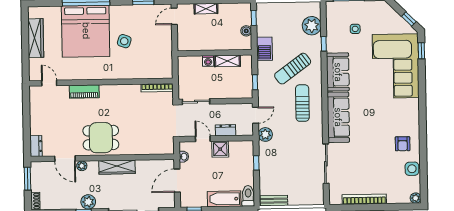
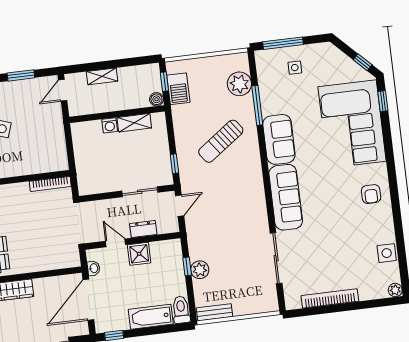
side table: (355, 29) -> (295, 68), moved
window: (324, 44) -> (257, 105), width x2.17
barbecue: (264, 49) -> (178, 89), moved
wall: (215, 53) -> (117, 114), moved
washing machine: (208, 61) -> (110, 125), moved
shelving: (227, 61) -> (134, 123), moved
sliding door: (196, 102) -> (140, 192), moved
sun lounger: (302, 103) -> (238, 184), removed
plant: (265, 134) -> (200, 270), moved
armchair: (403, 144) -> (371, 194), moved
door: (177, 181) -> (88, 300), width x1.36

